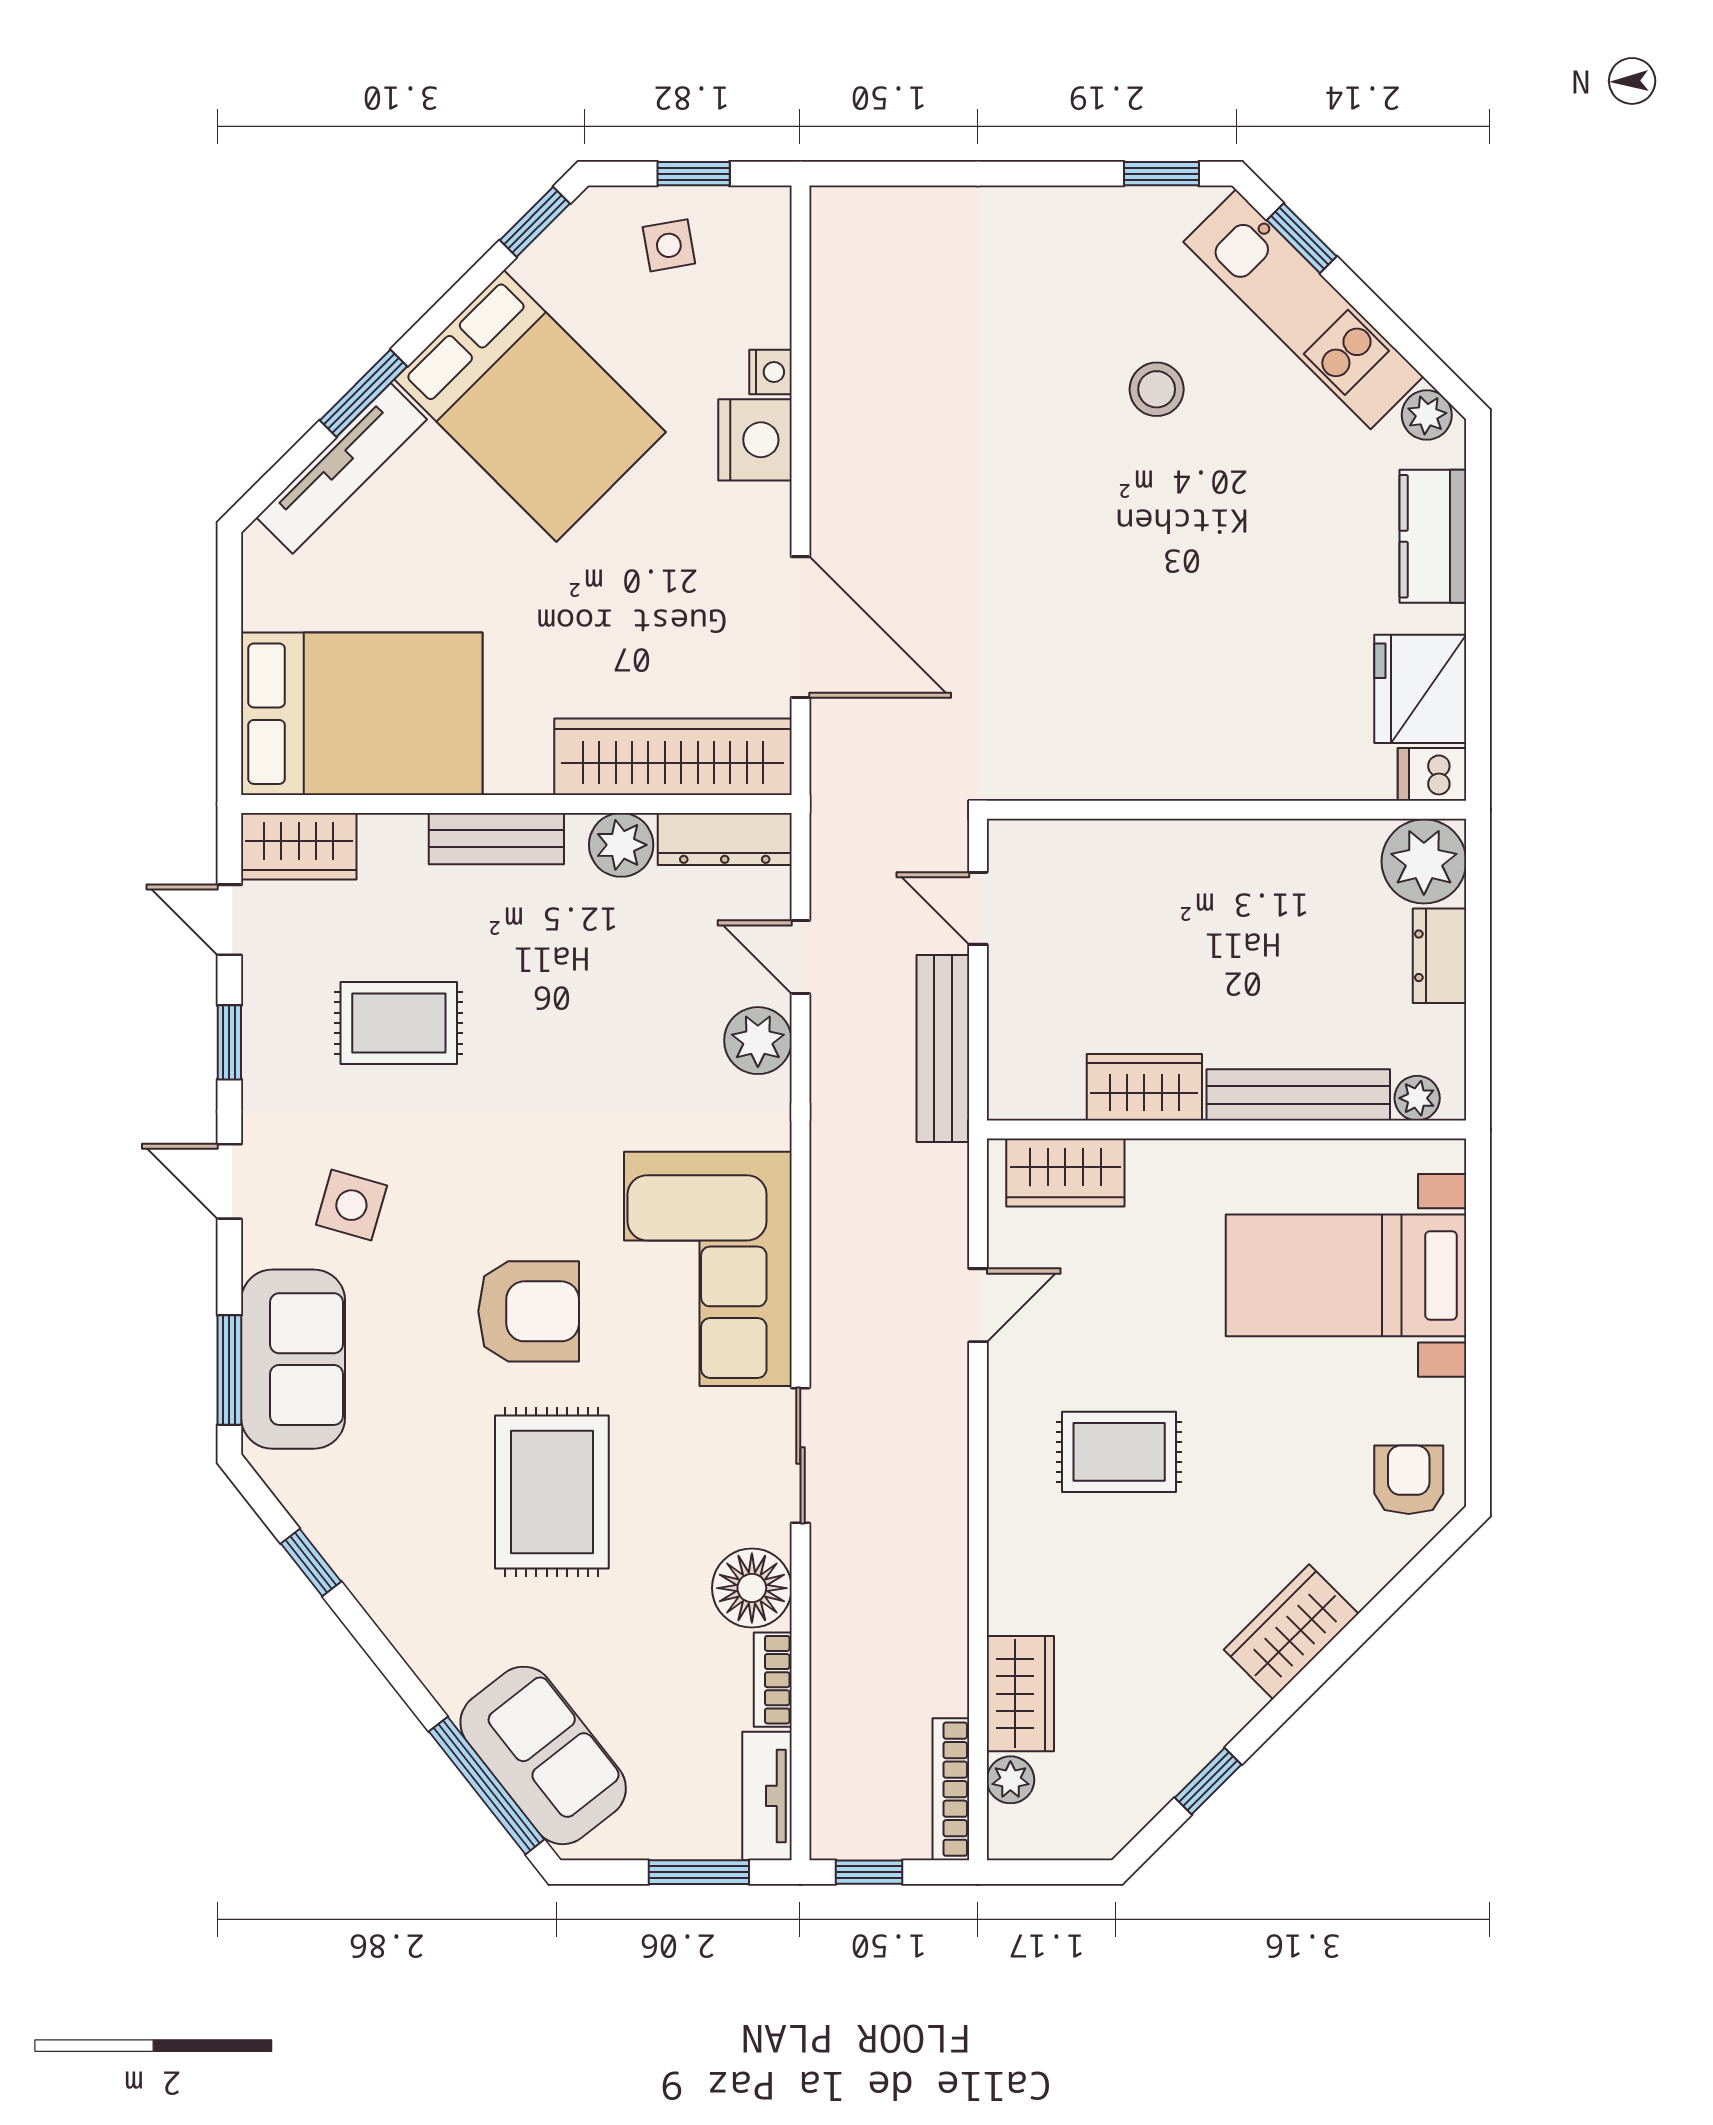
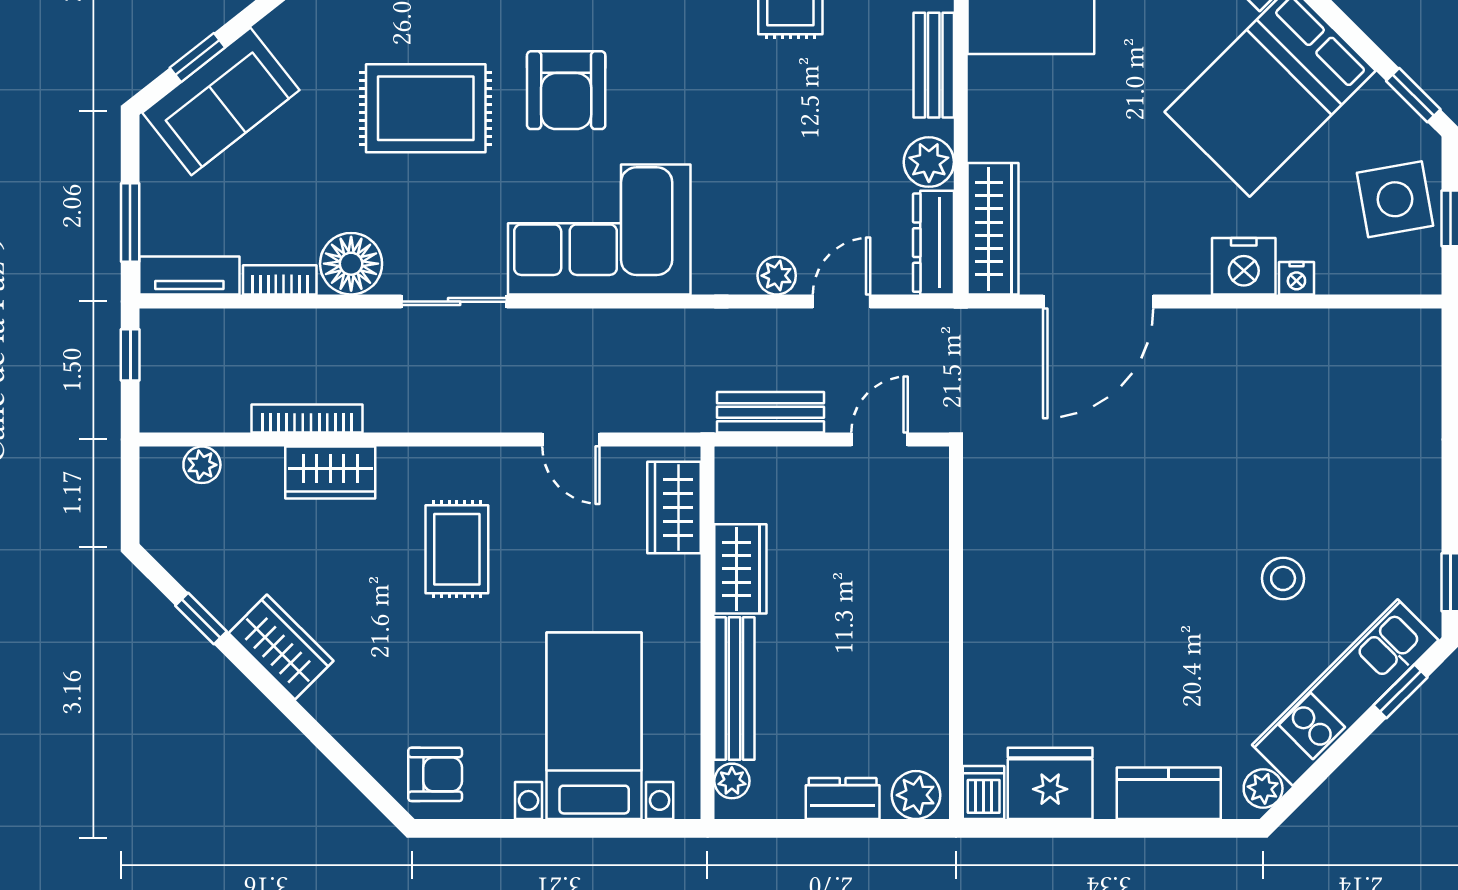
side table: (669, 245) -> (1395, 199), width x1.87, depth x1.87
wardrobe: (673, 757) -> (993, 229), width x0.71, depth x0.85
plant: (1424, 861) -> (916, 795), width x0.73, depth x0.73
plant: (758, 1041) -> (777, 276), width x0.73, depth x0.73
bench: (943, 1049) -> (770, 412), width x0.73
wardrobe: (1291, 1632) -> (281, 647), moved
wardrobe: (1020, 1694) -> (330, 473), moved
window: (487, 1786) -> (197, 57), width x0.46
bookcase: (951, 1789) -> (307, 418), moved

